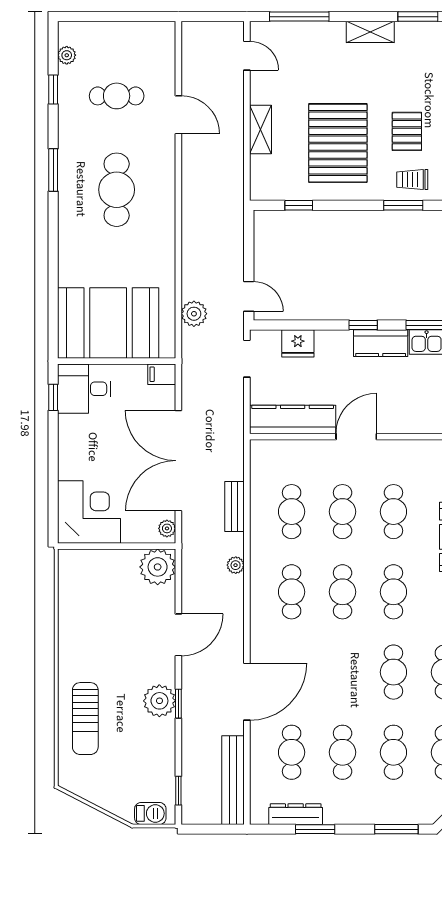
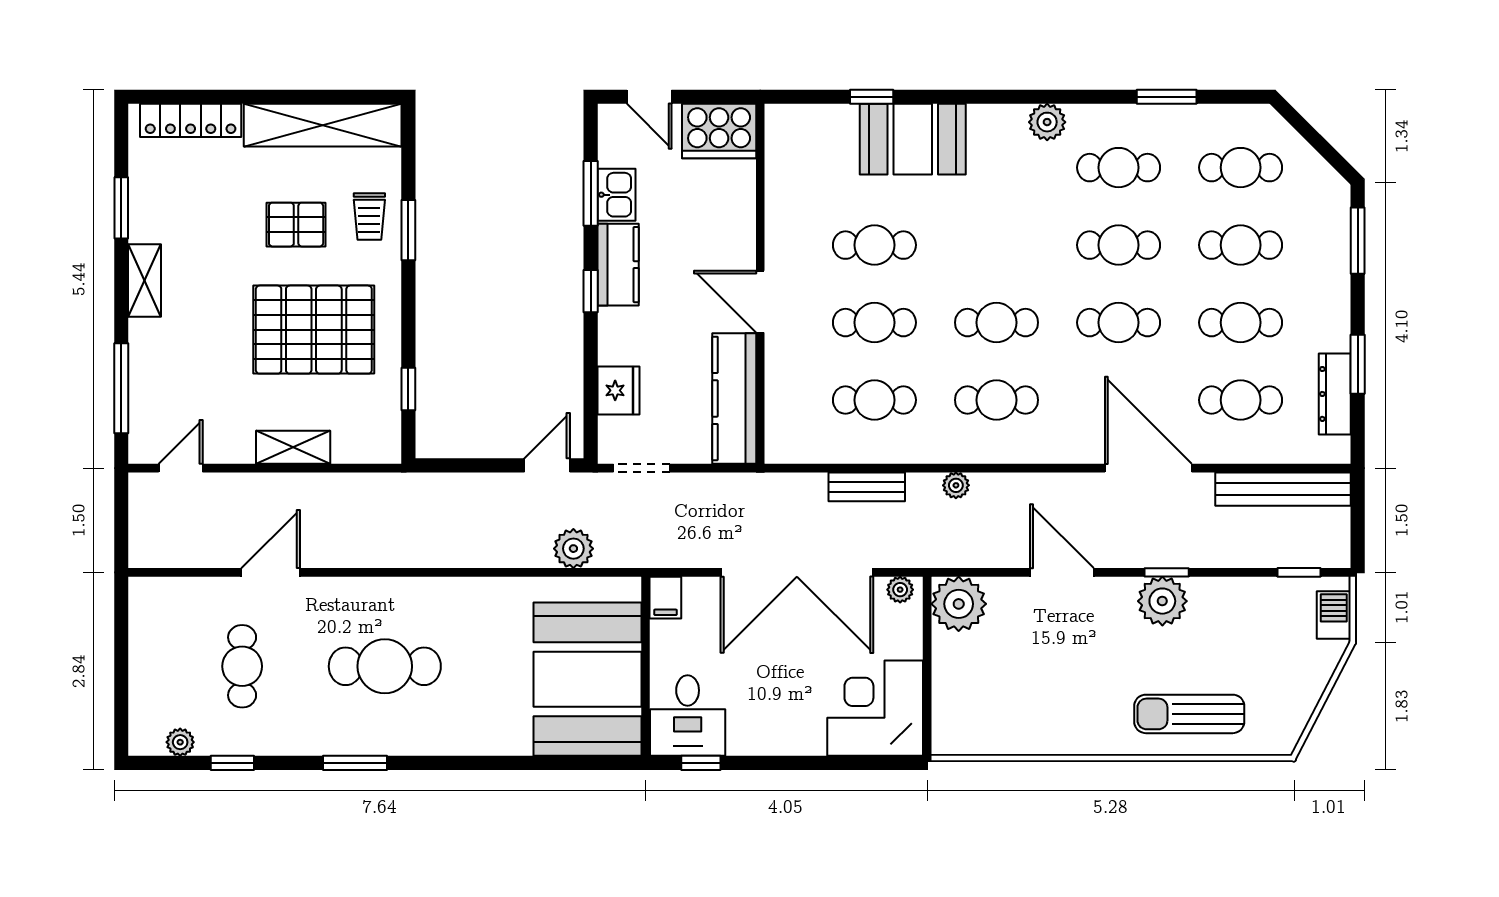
cafe table: (393, 592) -> (1119, 323), moved
sun lounger: (85, 719) -> (1189, 714), turned 180

